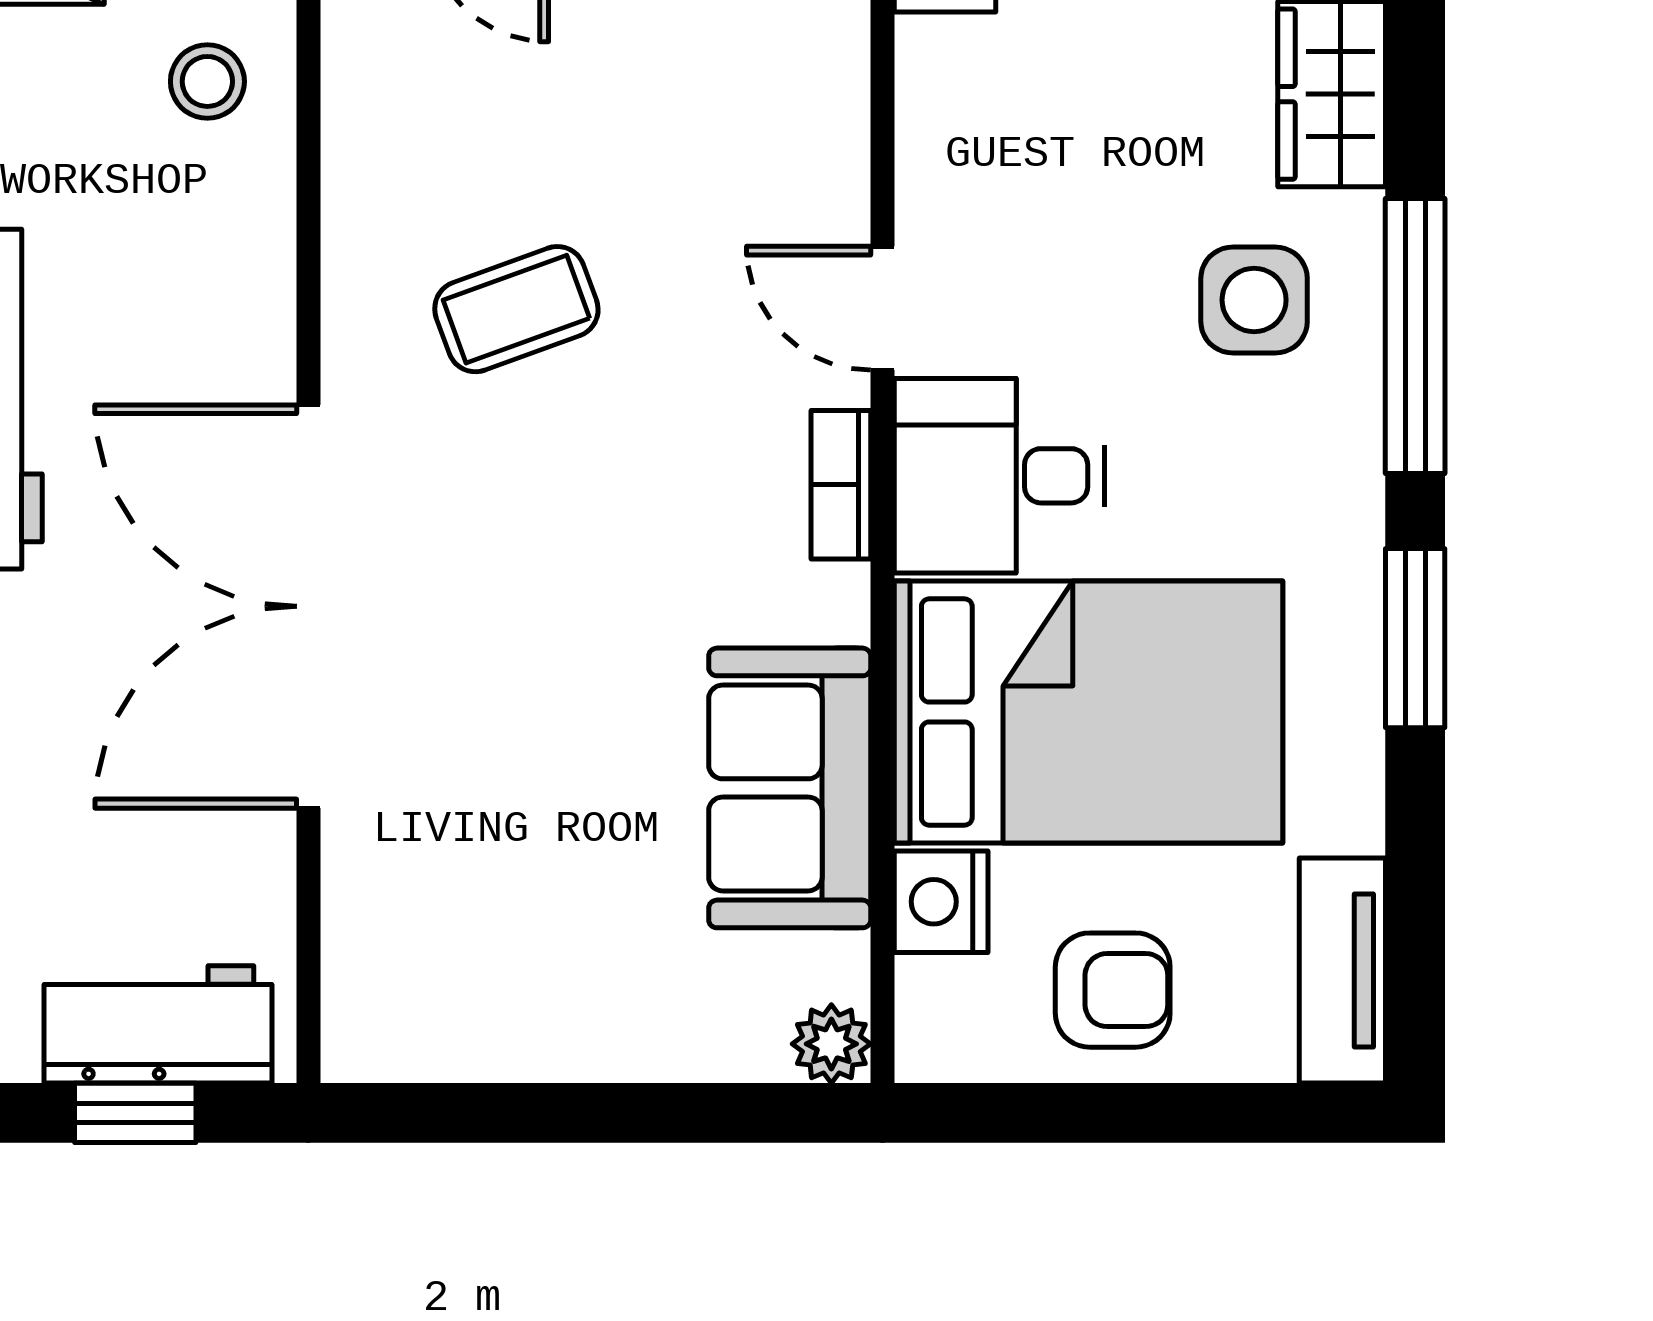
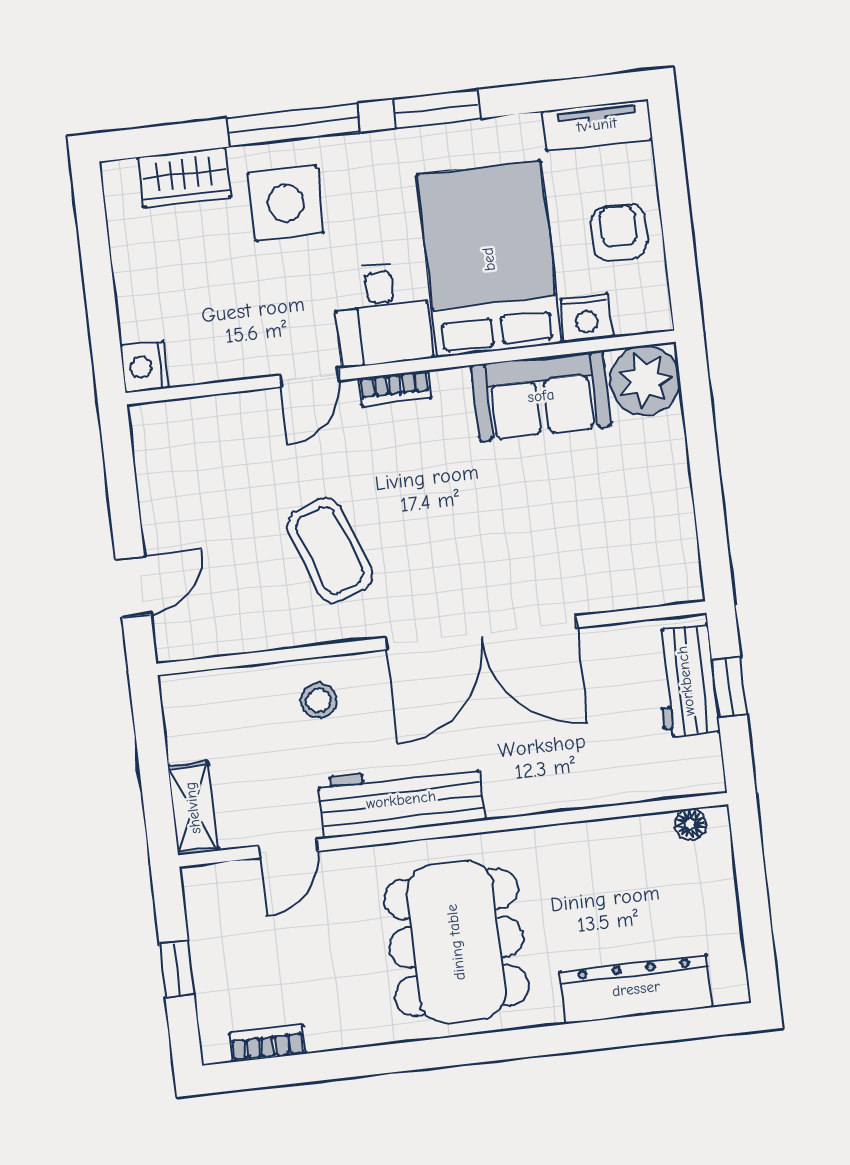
stool: (207, 81) -> (319, 700), moved
side table: (1254, 300) -> (286, 203), width x1.37, depth x1.37
coffee table: (516, 309) -> (330, 550), width x1.36, depth x1.30
plant: (831, 1044) -> (645, 380), width x1.88, depth x1.88

